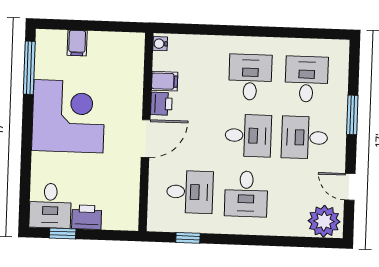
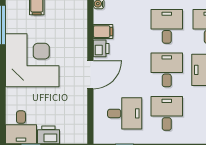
desk: (248, 136) -> (167, 70), turned -90
desk: (246, 194) -> (167, 113), turned 180

